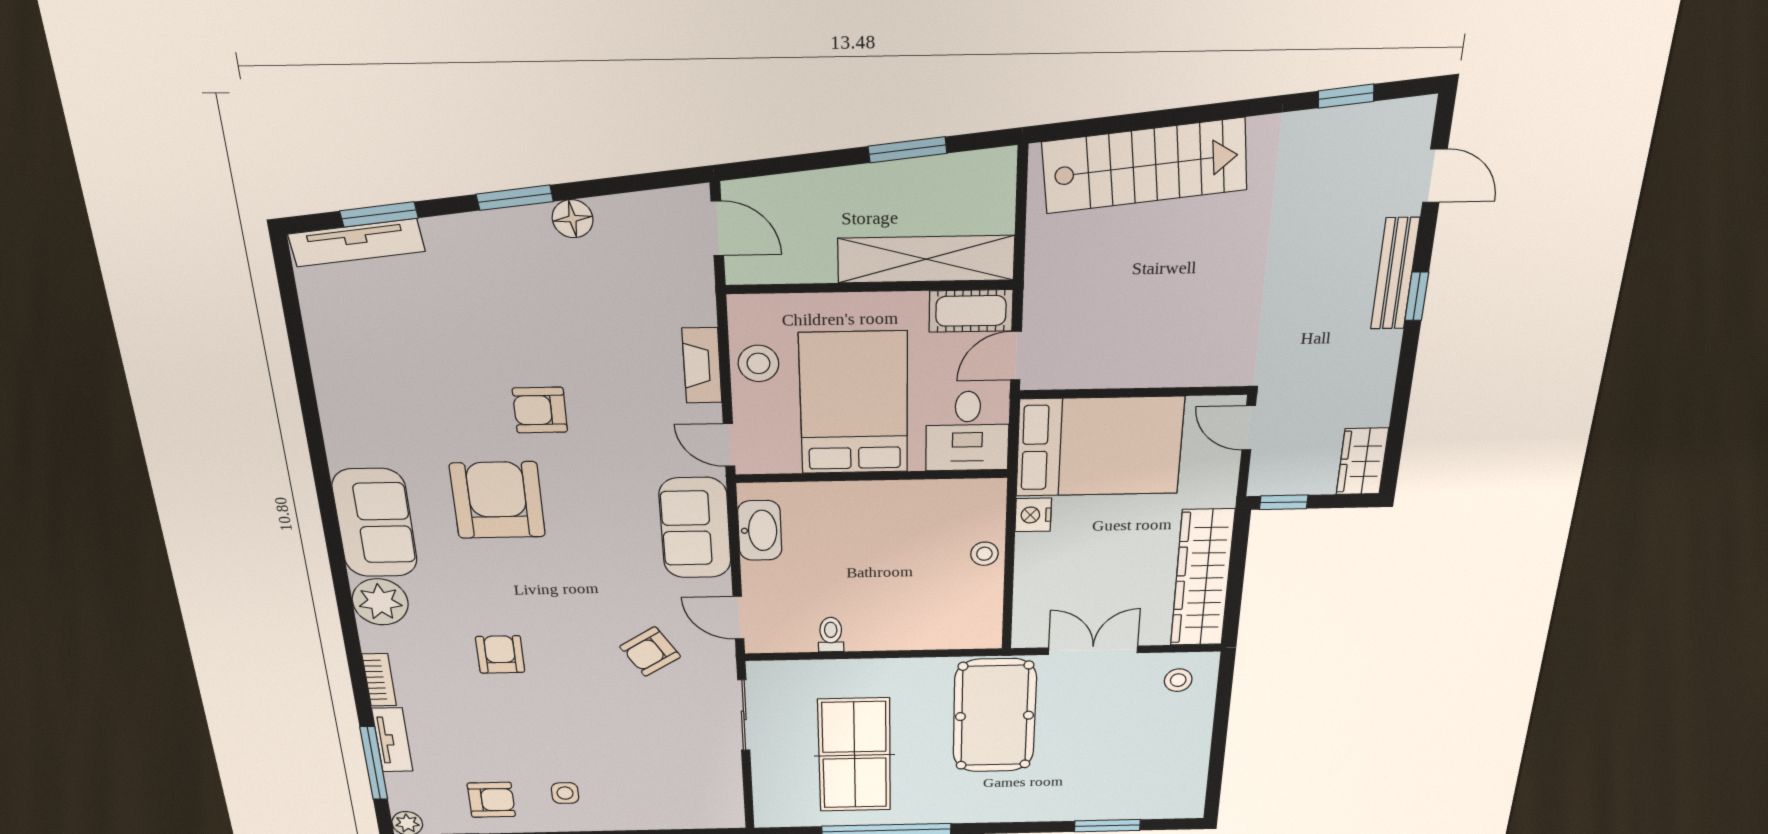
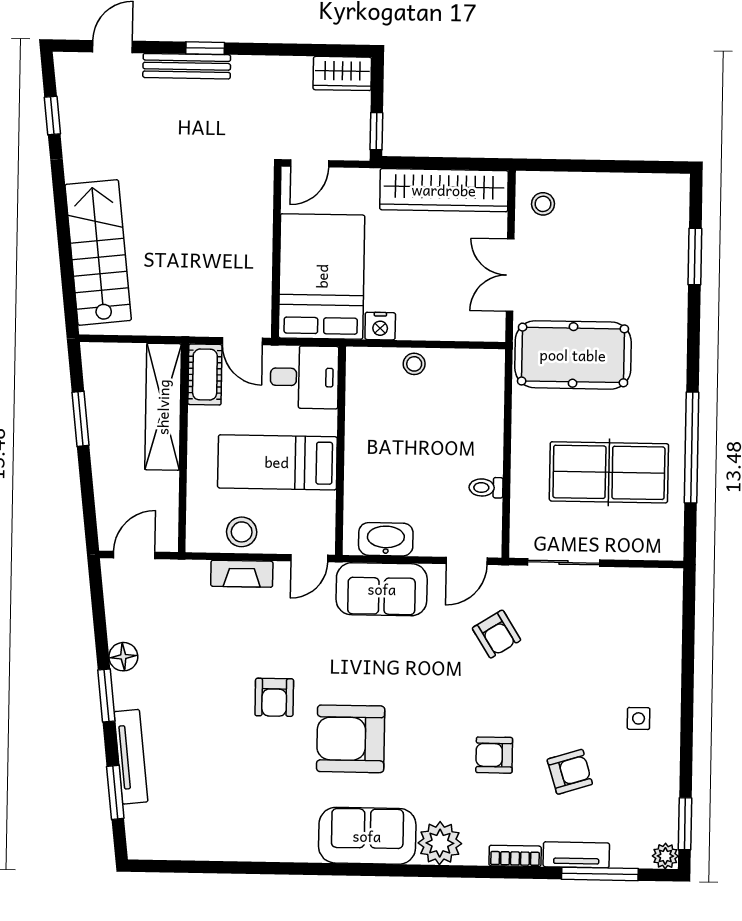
tv unit: (357, 243) -> (131, 757), moved
bed: (854, 403) -> (277, 462), width x0.67
armchair: (491, 800) -> (570, 772), moved, turned 73

